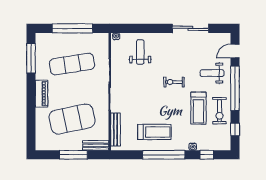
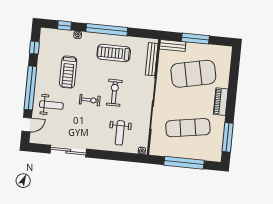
treadmill: (198, 108) -> (68, 72), turned 180
exercise bike: (219, 111) -> (114, 93), moved

